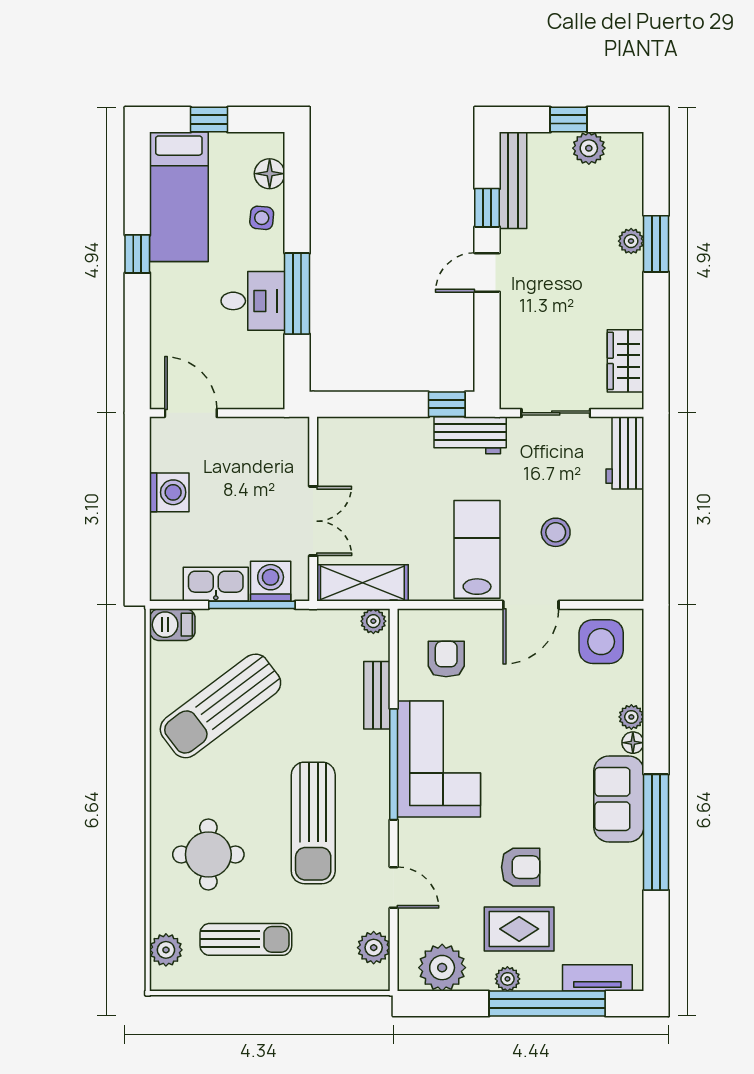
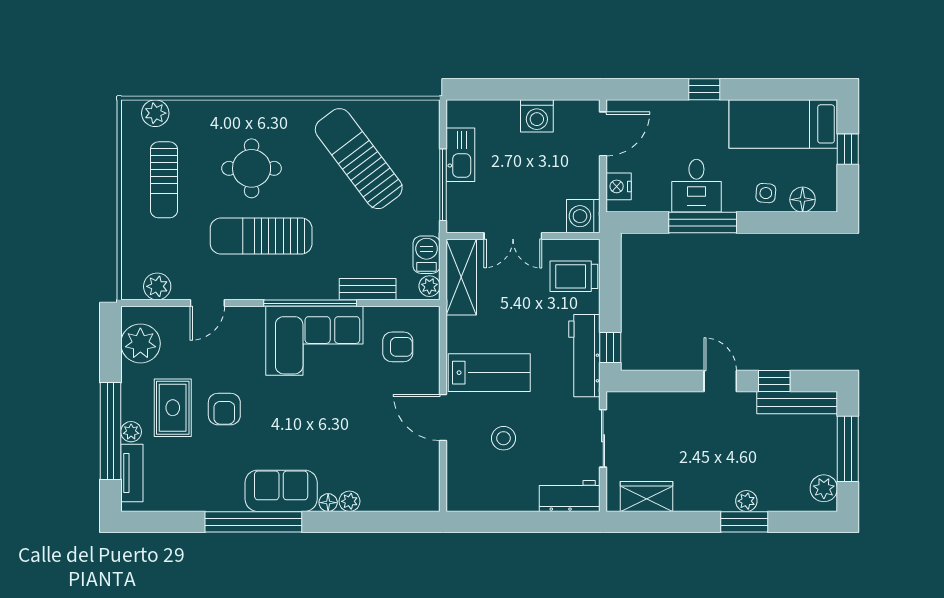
window: (569, 120) -> (848, 449), width x2.17
plant: (589, 148) -> (824, 488), moved
window: (137, 254) -> (704, 89), moved
nightstand: (254, 394) -> (619, 186), added
workbench: (470, 435) -> (584, 356), width x1.38
trolley: (362, 448) -> (574, 276), added
washing machine: (271, 581) -> (583, 216), moved, turned 180
barbecue: (172, 625) -> (427, 255), moved
side table: (601, 642) -> (412, 476), removed
round table: (208, 854) -> (252, 168), moved
plant: (507, 979) -> (131, 432), moved

